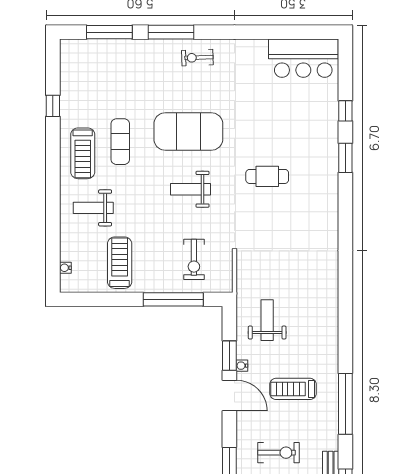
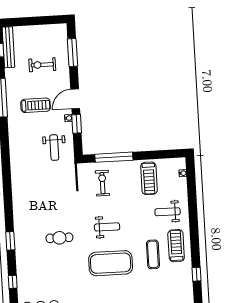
window: (345, 158) -> (10, 241), moved
weight bench: (93, 208) -> (168, 212), turned 180
door: (229, 396) -> (75, 99), hinge flipped

